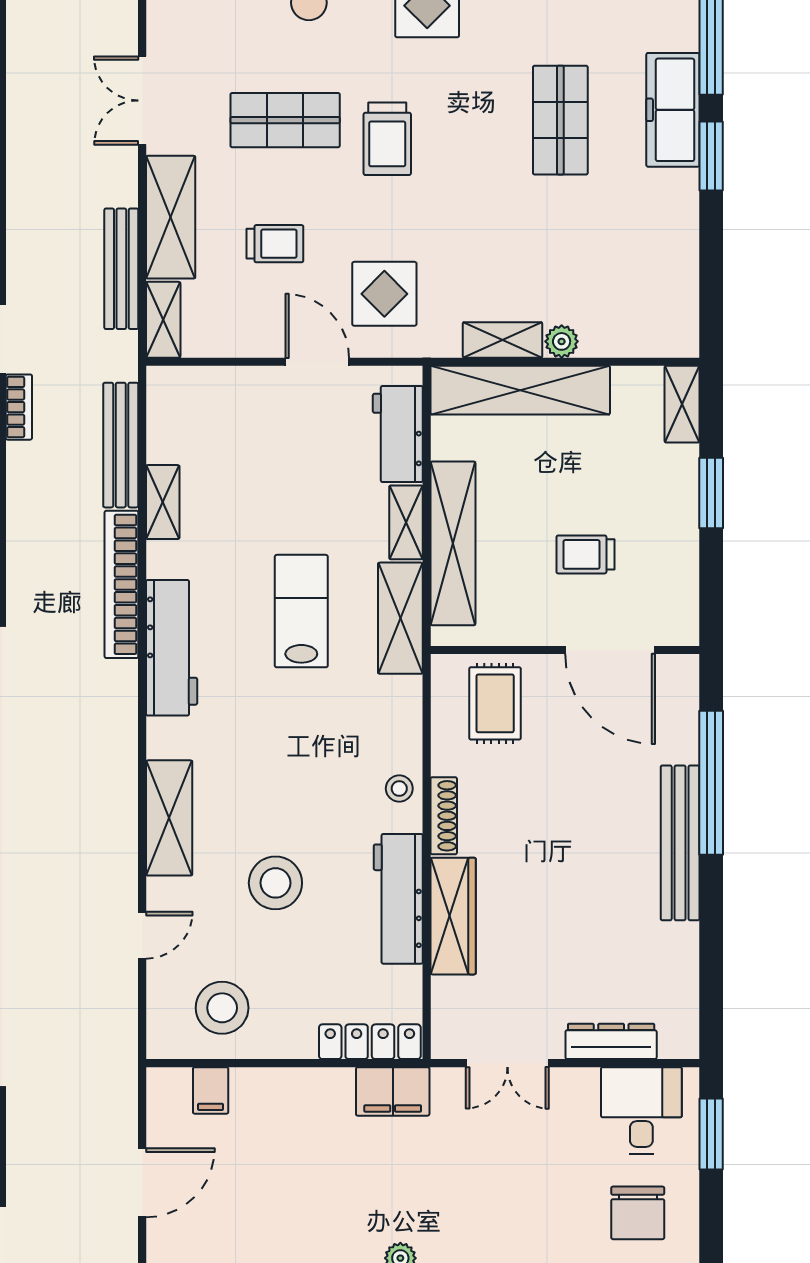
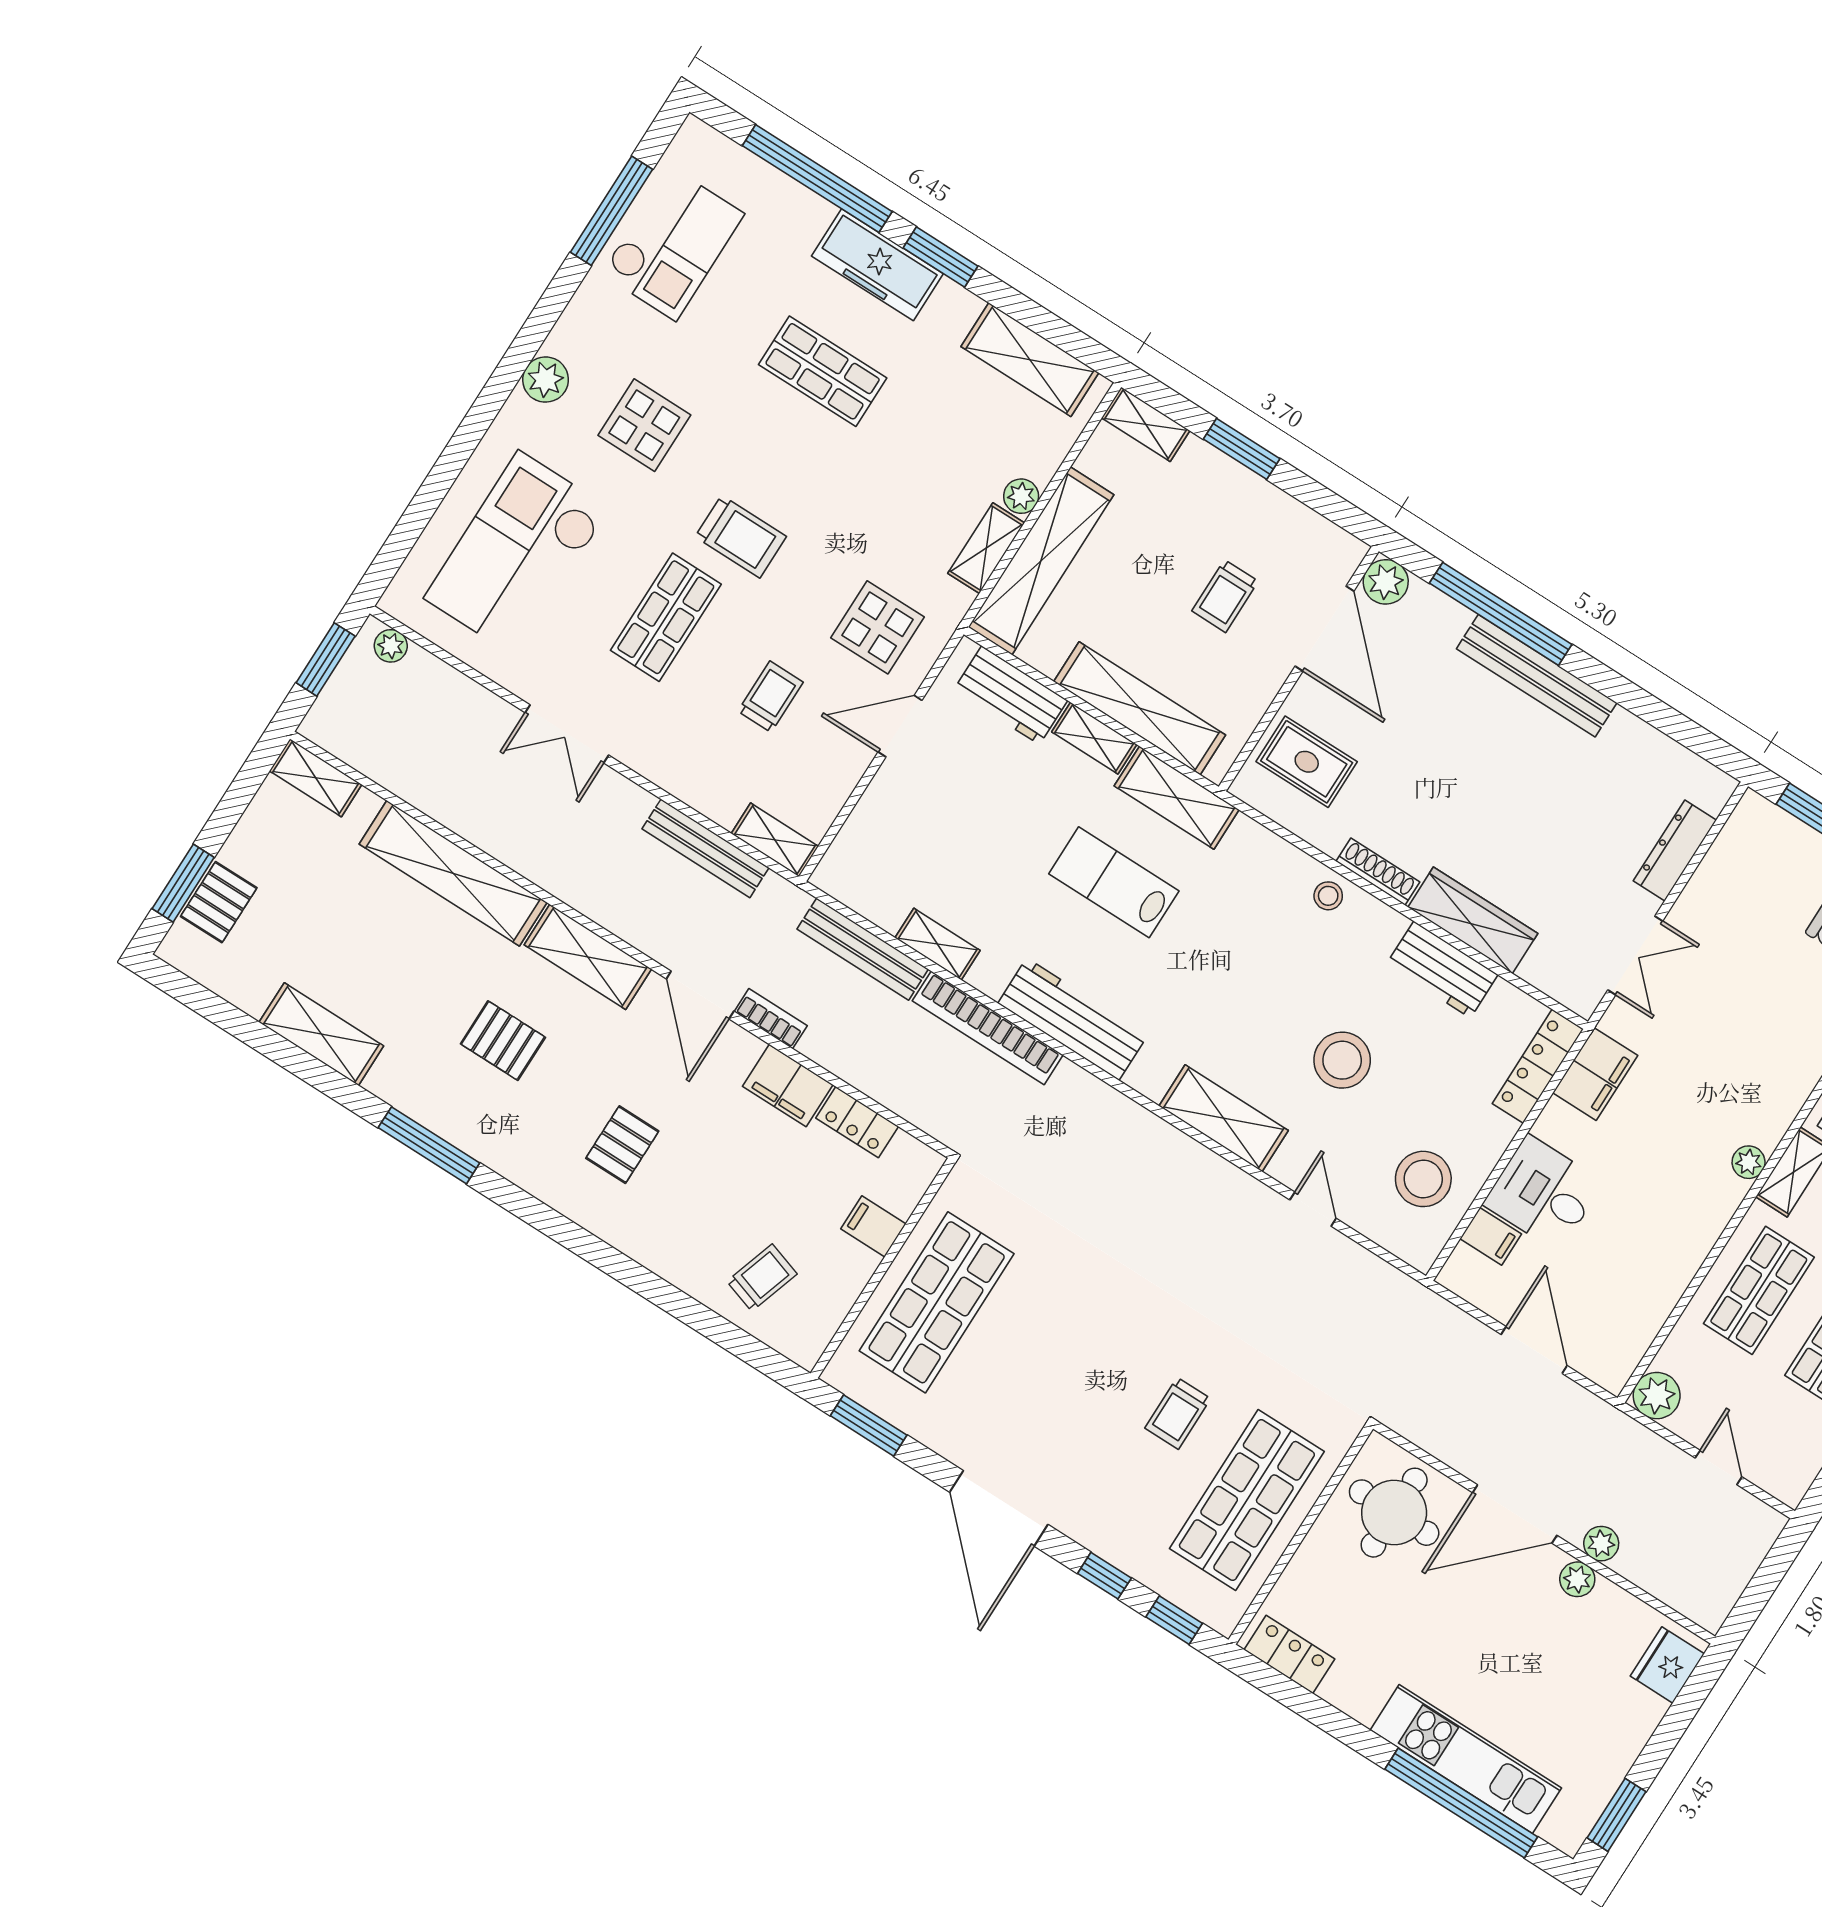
shelving: (171, 217) -> (1030, 360), moved
door: (610, 650) -> (1324, 629), hinge flipped
plant: (678, 675) -> (1386, 582), added
workbench: (398, 899) -> (1442, 970), width x0.73
desk: (641, 1110) -> (1543, 1193), moved

